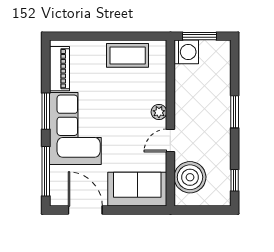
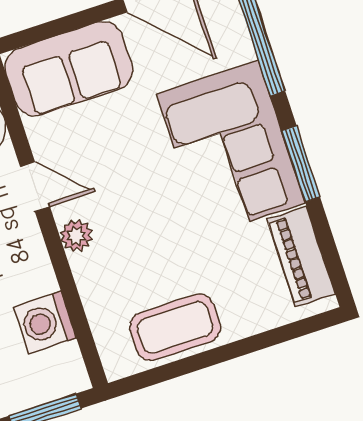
washing machine: (186, 52) -> (45, 323), moved
door: (170, 141) -> (35, 187), hinge flipped

